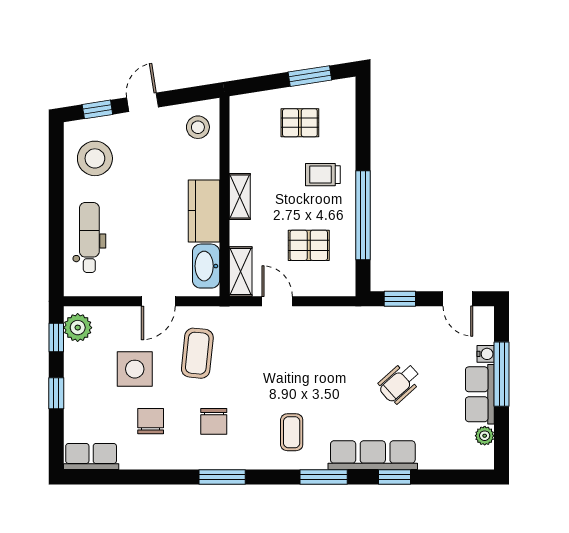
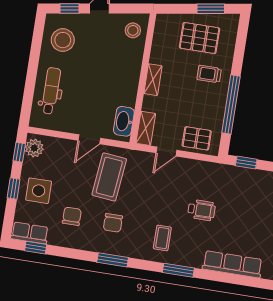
pallet: (300, 123) -> (200, 38), width x1.50, depth x1.42
kitchen counter: (204, 211) -> (128, 85), removed
pallet: (309, 245) -> (197, 138), moved
door: (277, 301) -> (166, 151), swing flipped
coffee table: (197, 353) -> (109, 177), width x1.36, depth x1.32
side table: (135, 369) -> (39, 191), moved
wheelchair: (400, 383) -> (201, 210), moved, turned -138
row of seats: (373, 455) -> (232, 264), moved
window: (394, 477) -> (36, 248), moved

